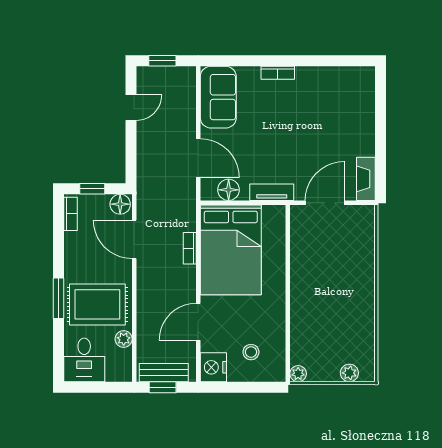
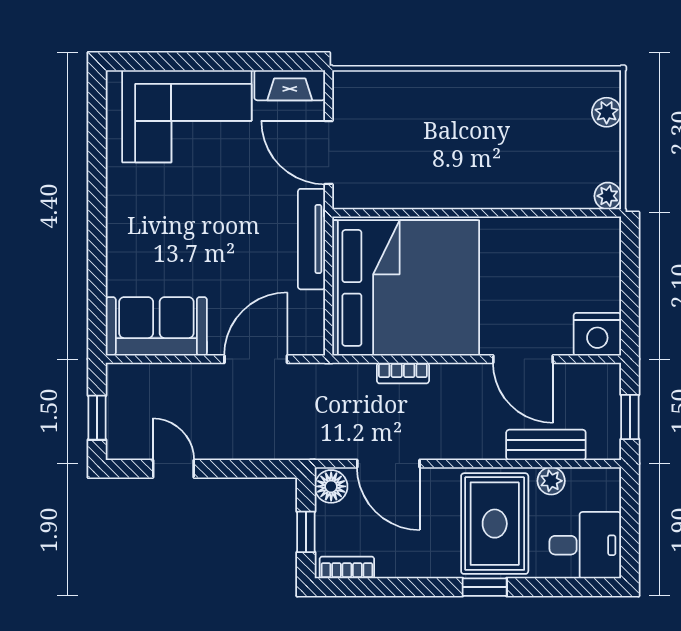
bookcase: (278, 73) -> (117, 229), removed
corner sofa: (347, 116) -> (187, 116), added
floor lamp: (229, 190) -> (308, 310), removed
tv unit: (272, 192) -> (311, 239), width x1.41
door: (134, 239) -> (388, 464), hinge flipped
bed: (231, 250) -> (406, 288), width x1.36
window: (58, 298) -> (485, 587), width x0.67
stool: (251, 352) -> (572, 273), removed
bench: (164, 373) -> (546, 445), moved, turned 90

